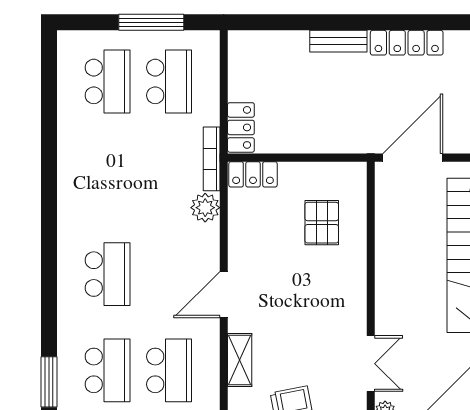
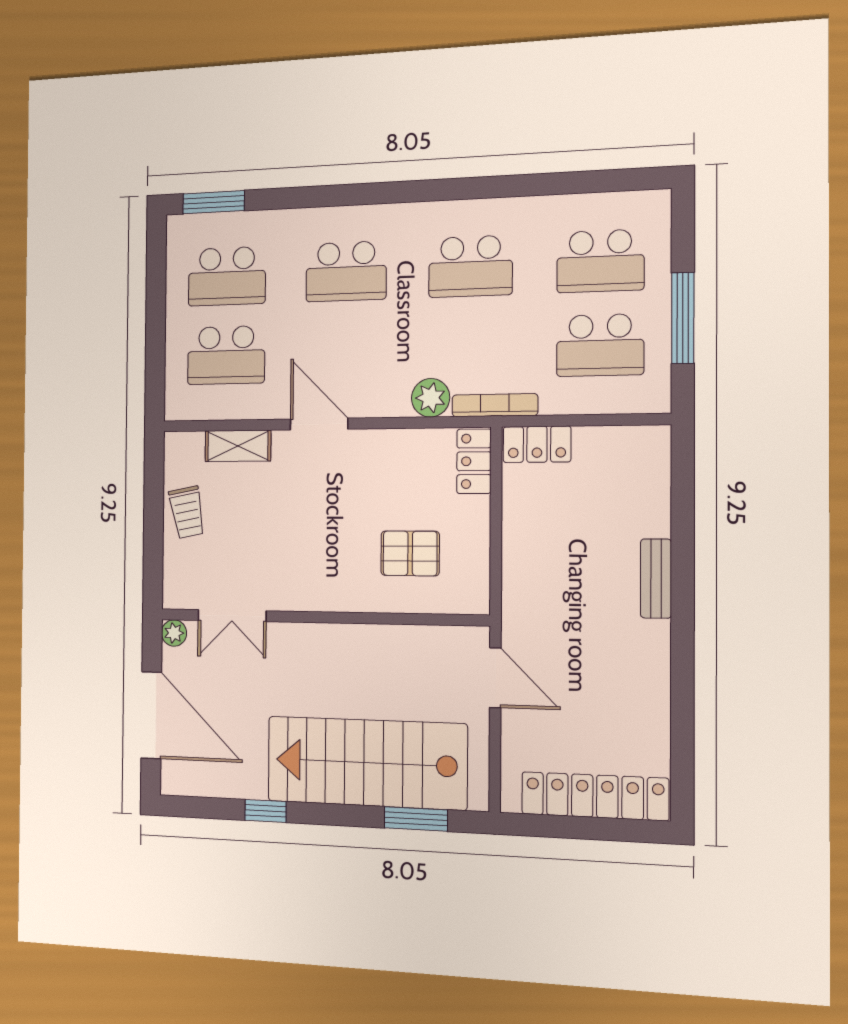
locker: (407, 43) -> (653, 674), removed
door: (413, 158) -> (495, 678), width x0.73
school desk: (108, 178) -> (470, 266), added

